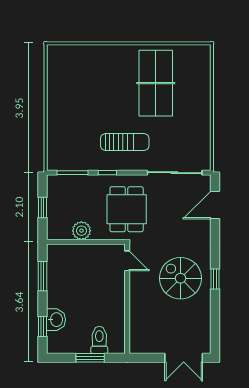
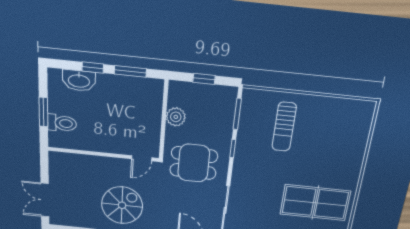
sun lounger: (125, 142) -> (284, 127), moved
washbasin: (56, 320) -> (79, 80), width x1.38
window: (42, 326) -> (93, 67), moved

